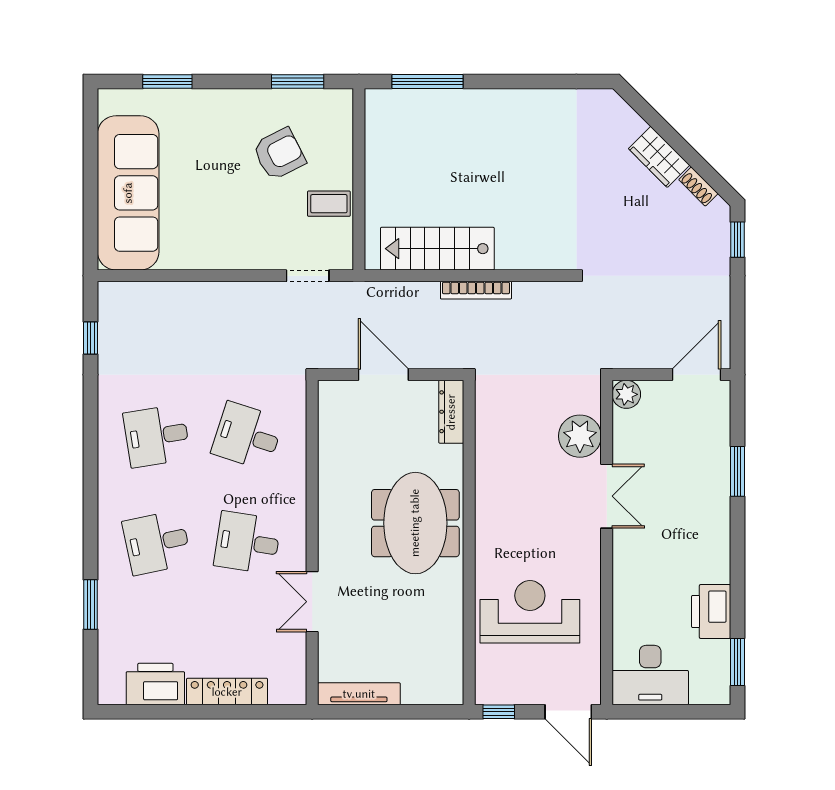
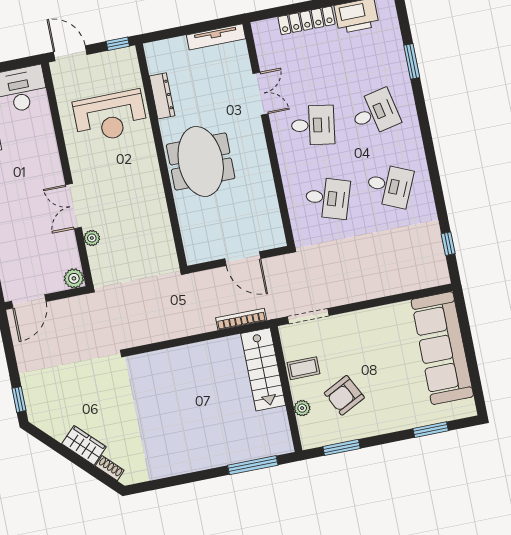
plant: (342, 148) -> (302, 408), added
shoe rack: (698, 187) -> (110, 468), moved
stairs: (437, 249) -> (263, 369), moved, turned 90
doorway: (308, 276) -> (308, 316), width x1.38
bookcase: (476, 290) -> (241, 319), moved
dresser: (451, 412) -> (162, 96), moved
desk: (157, 436) -> (389, 186), turned 33
plant: (580, 436) -> (92, 238), width x0.53, depth x0.53

